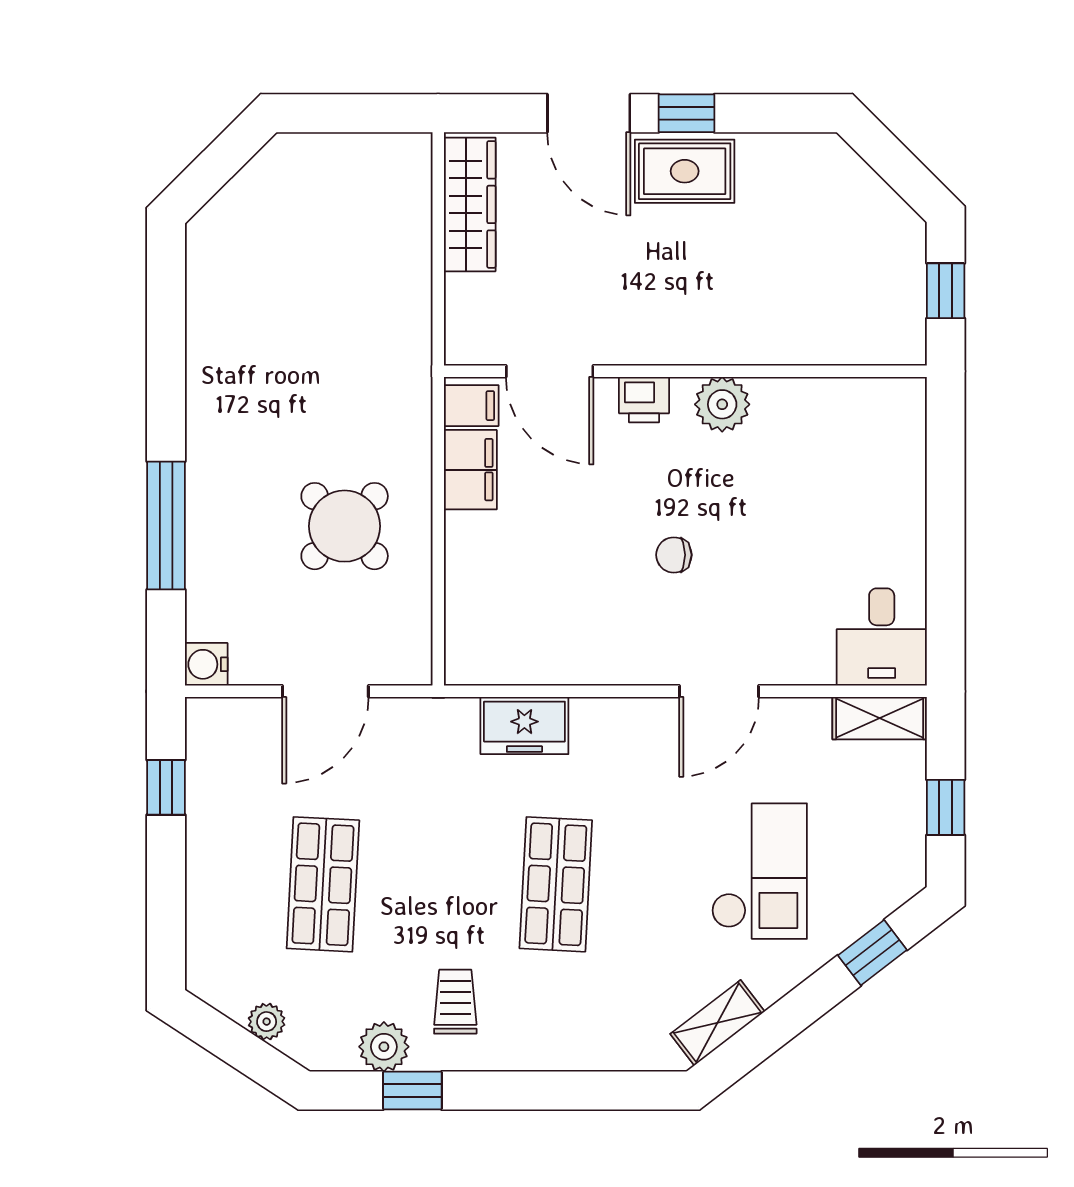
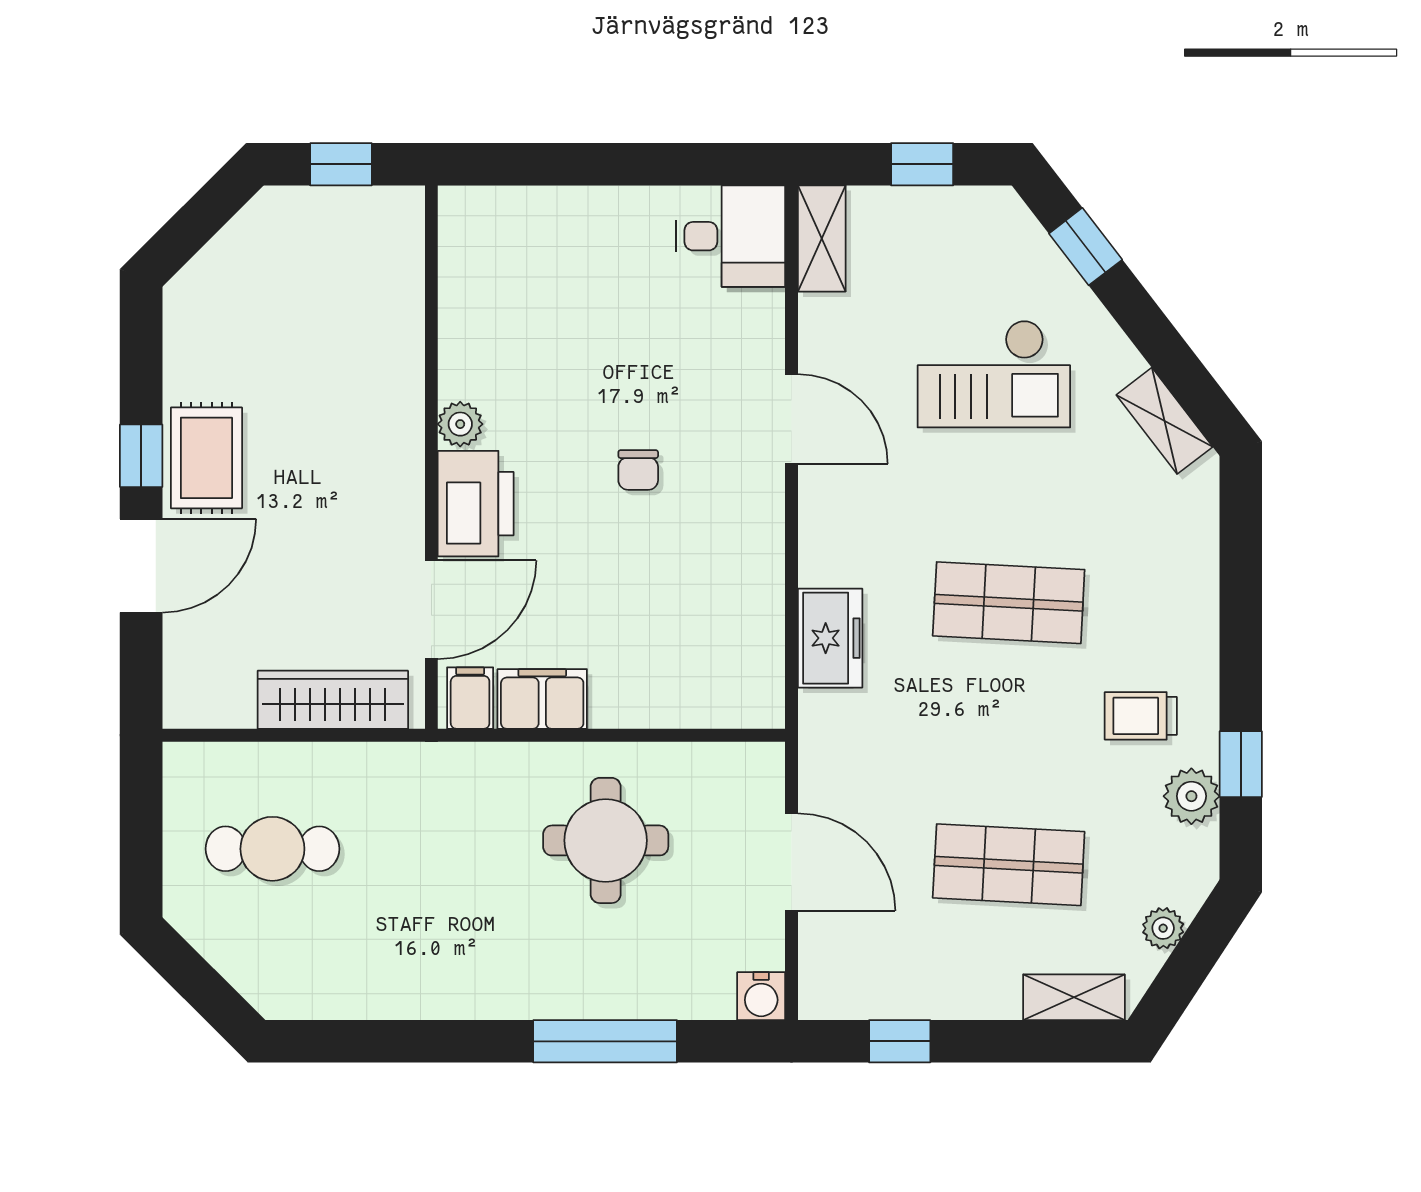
wardrobe: (470, 204) -> (333, 700), moved
cafe table: (337, 230) -> (272, 849), added
printer: (644, 400) -> (476, 504), width x1.87, depth x1.48
plant: (722, 404) -> (460, 424), width x0.73, depth x0.73
round table: (345, 526) -> (606, 840), turned 45
checkout: (759, 871) -> (994, 374), turned 180
shelving: (205, 942) -> (1074, 997), added

